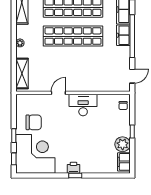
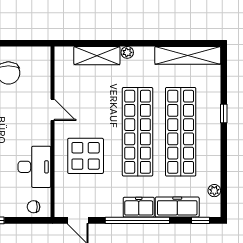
display table: (89, 71) -> (86, 156), added
shelving: (22, 74) -> (97, 56), moved
desk: (83, 105) -> (34, 167), moved

